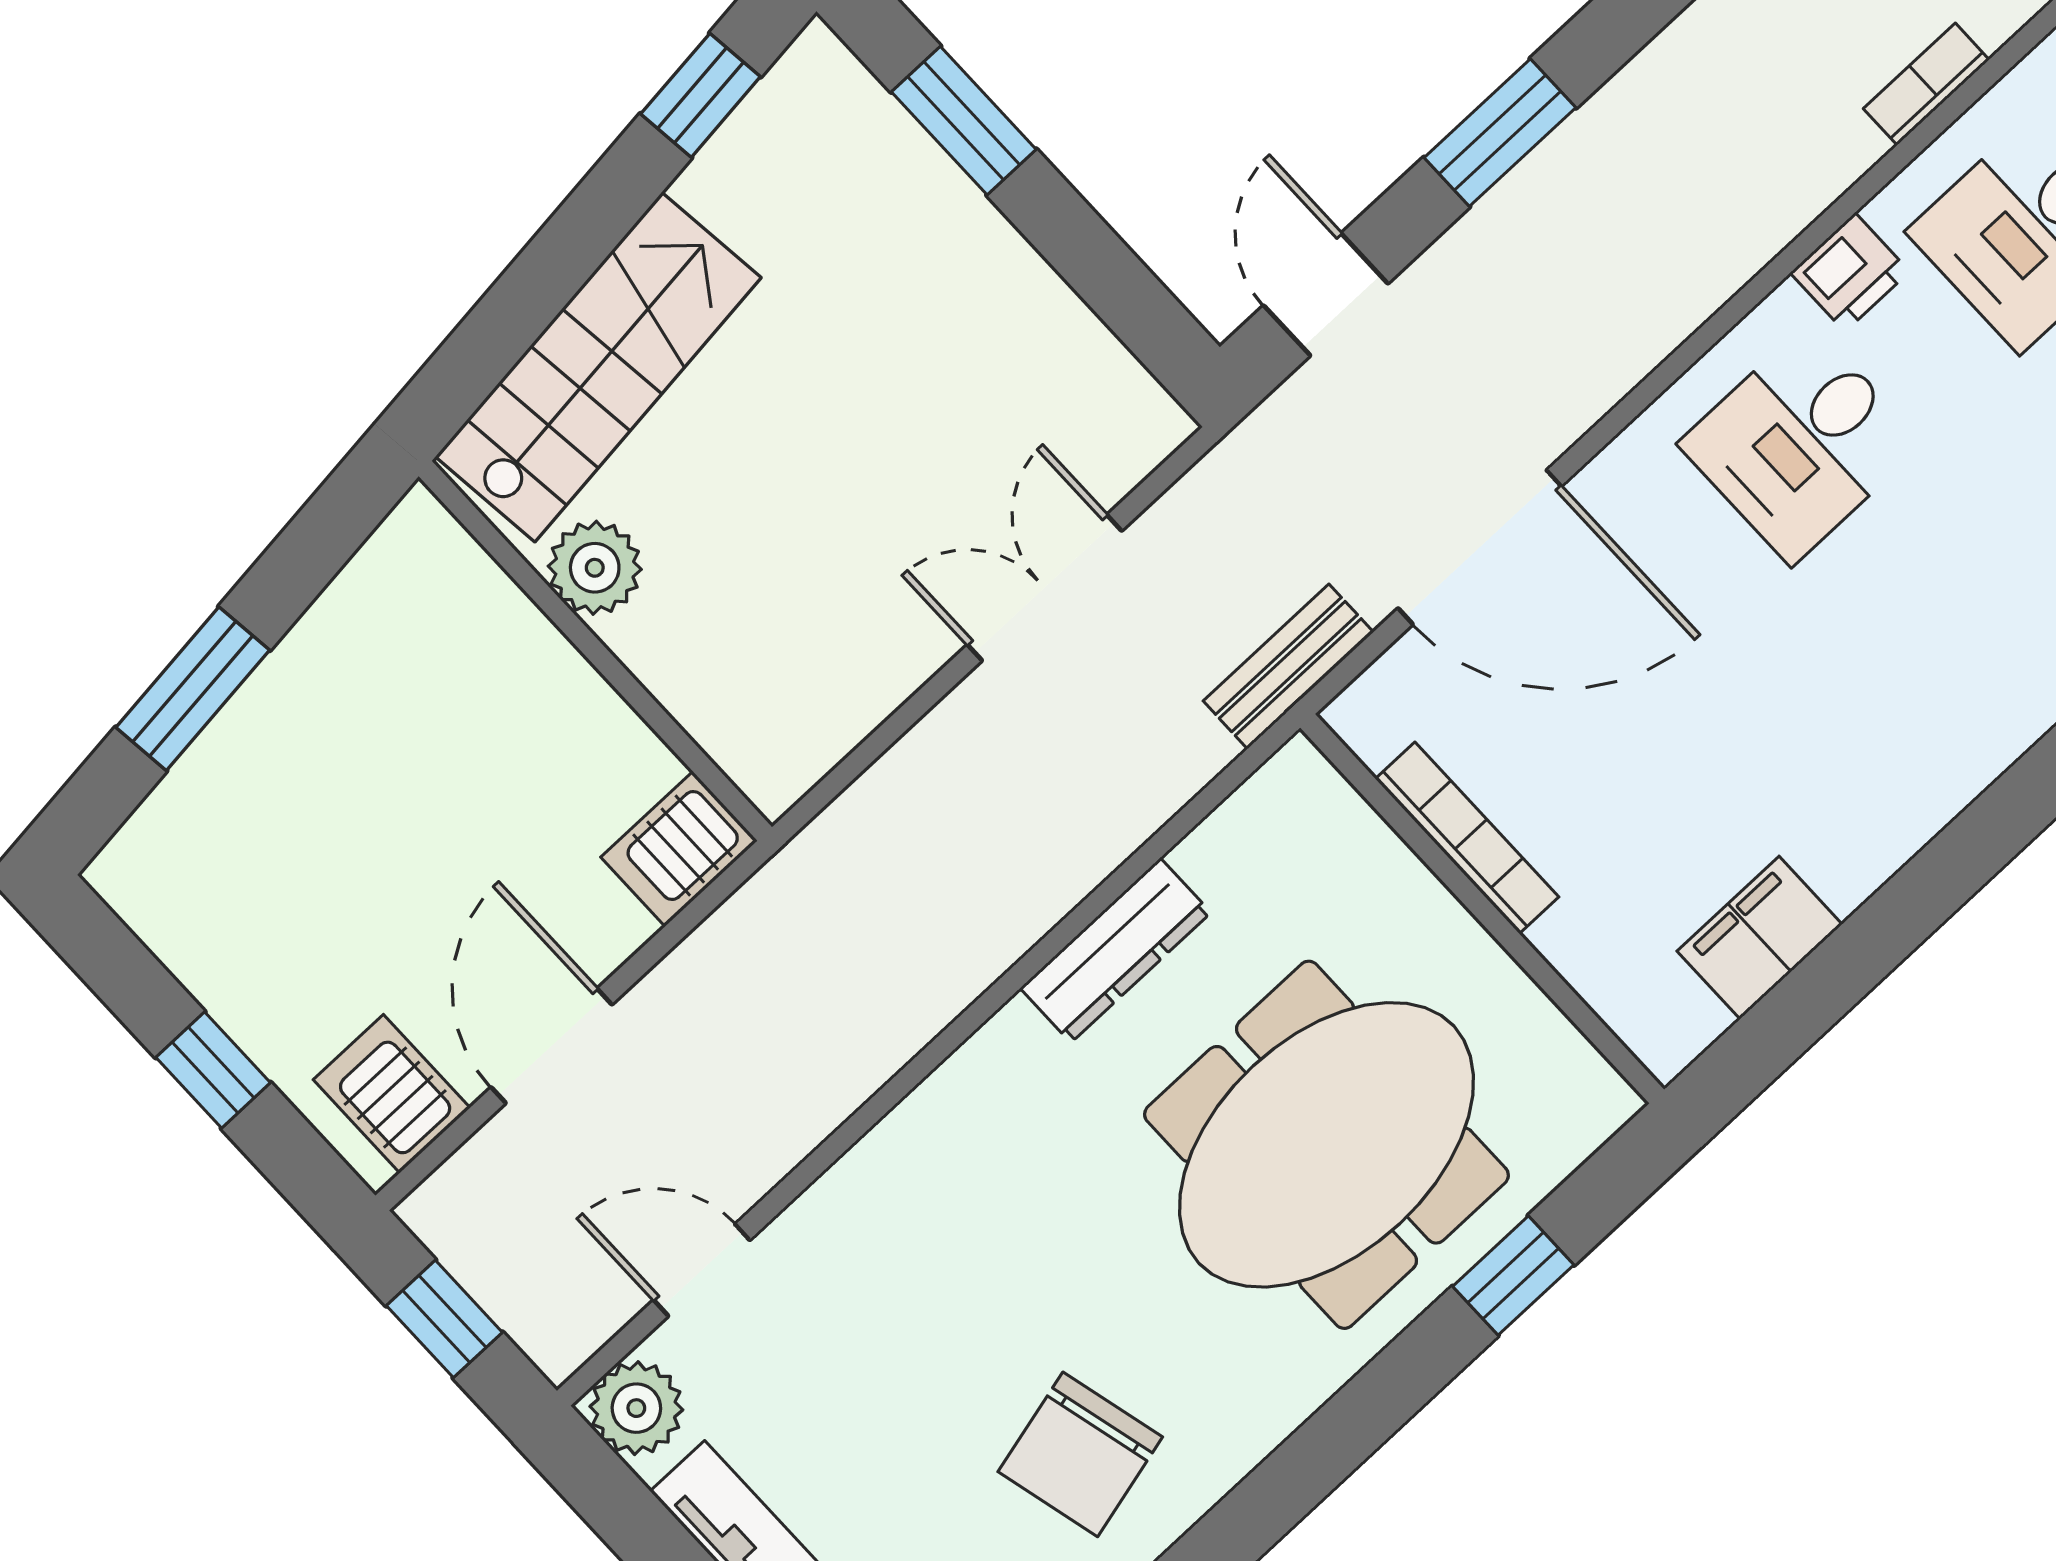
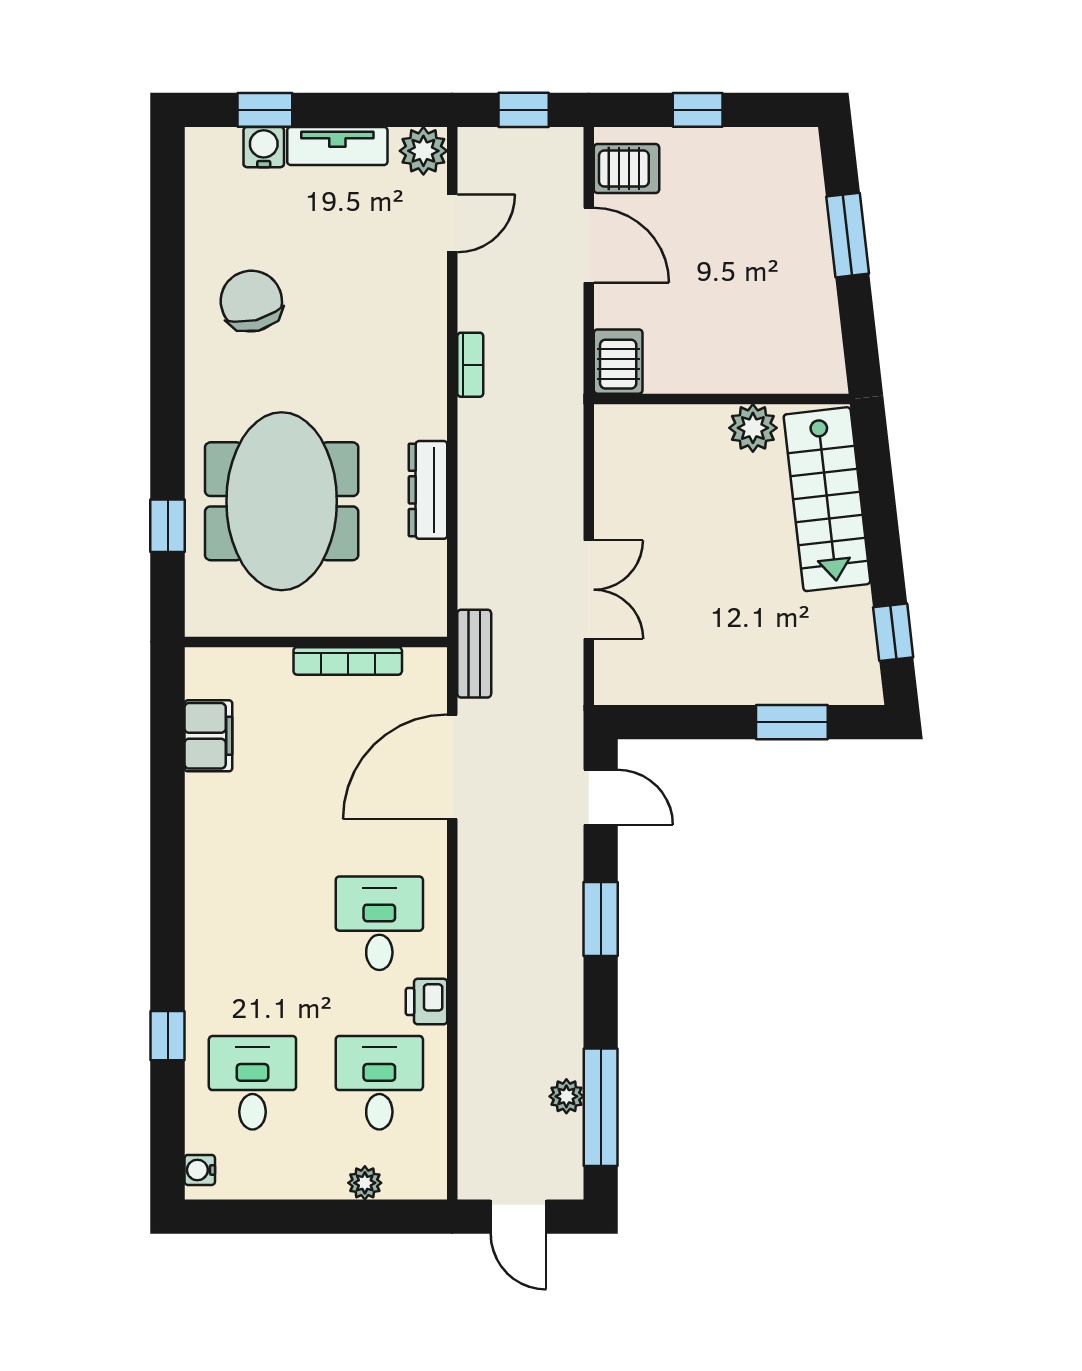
bookcase: (1926, 84) -> (470, 365), moved

